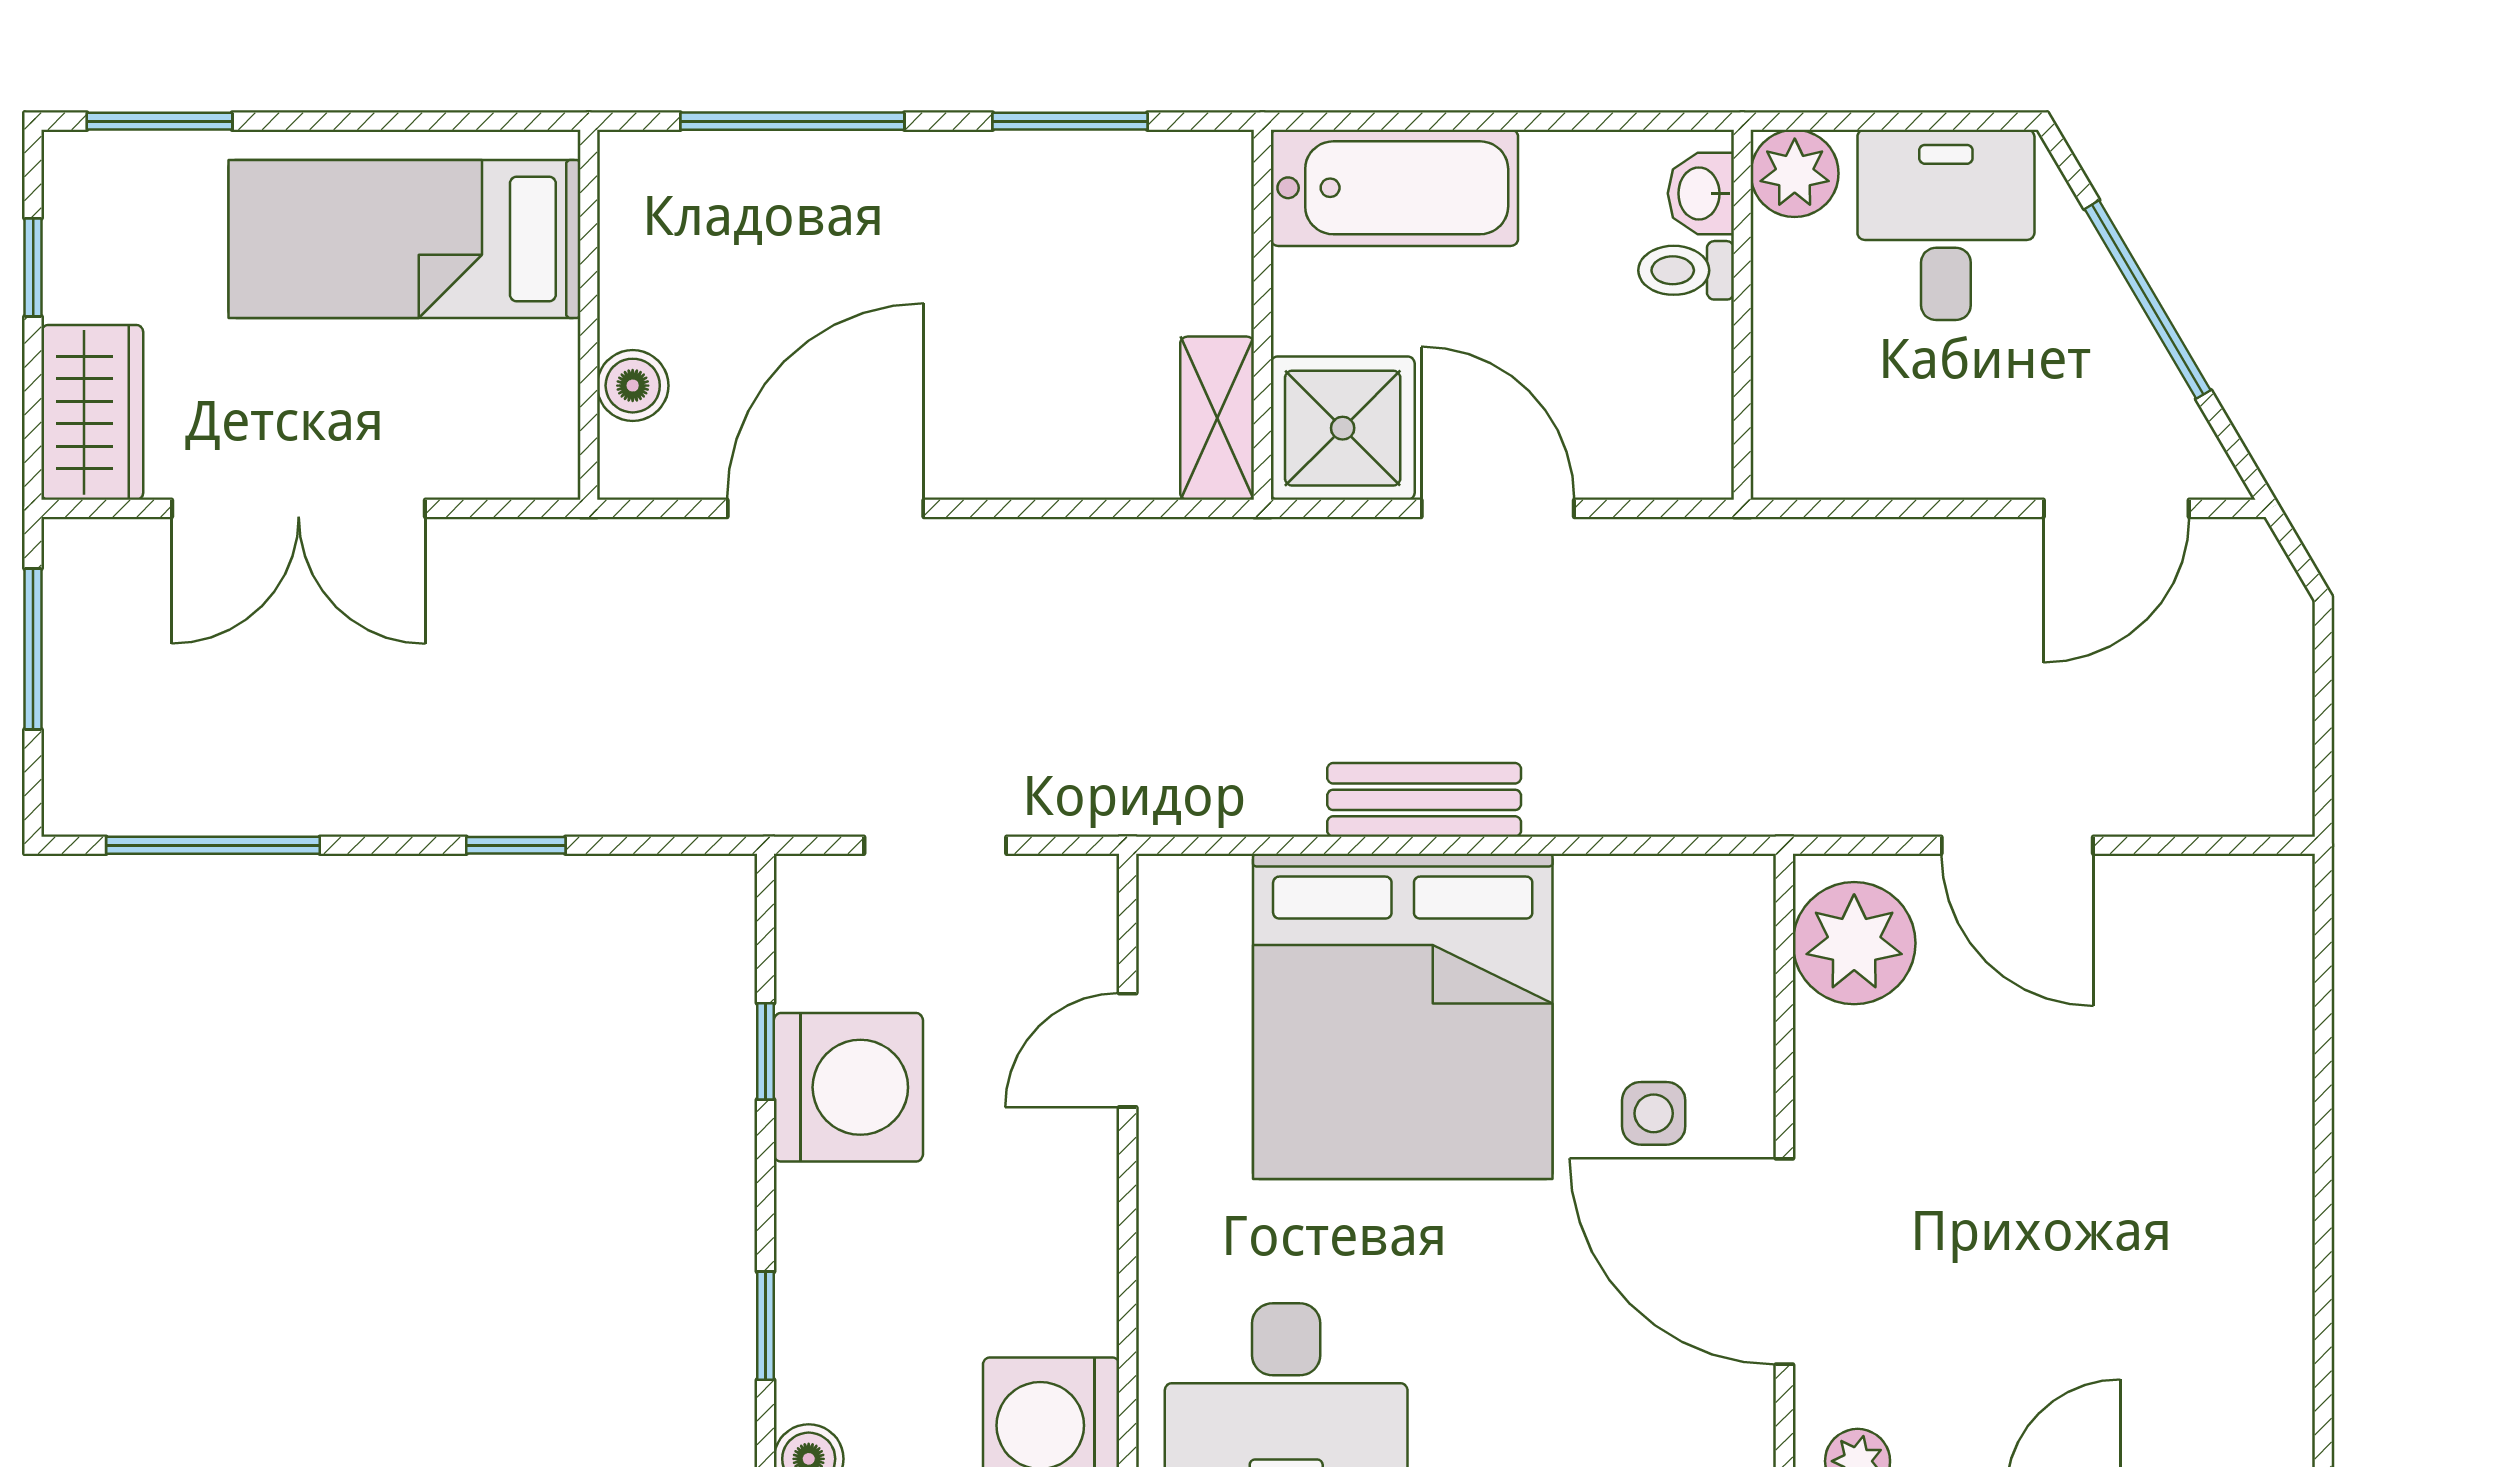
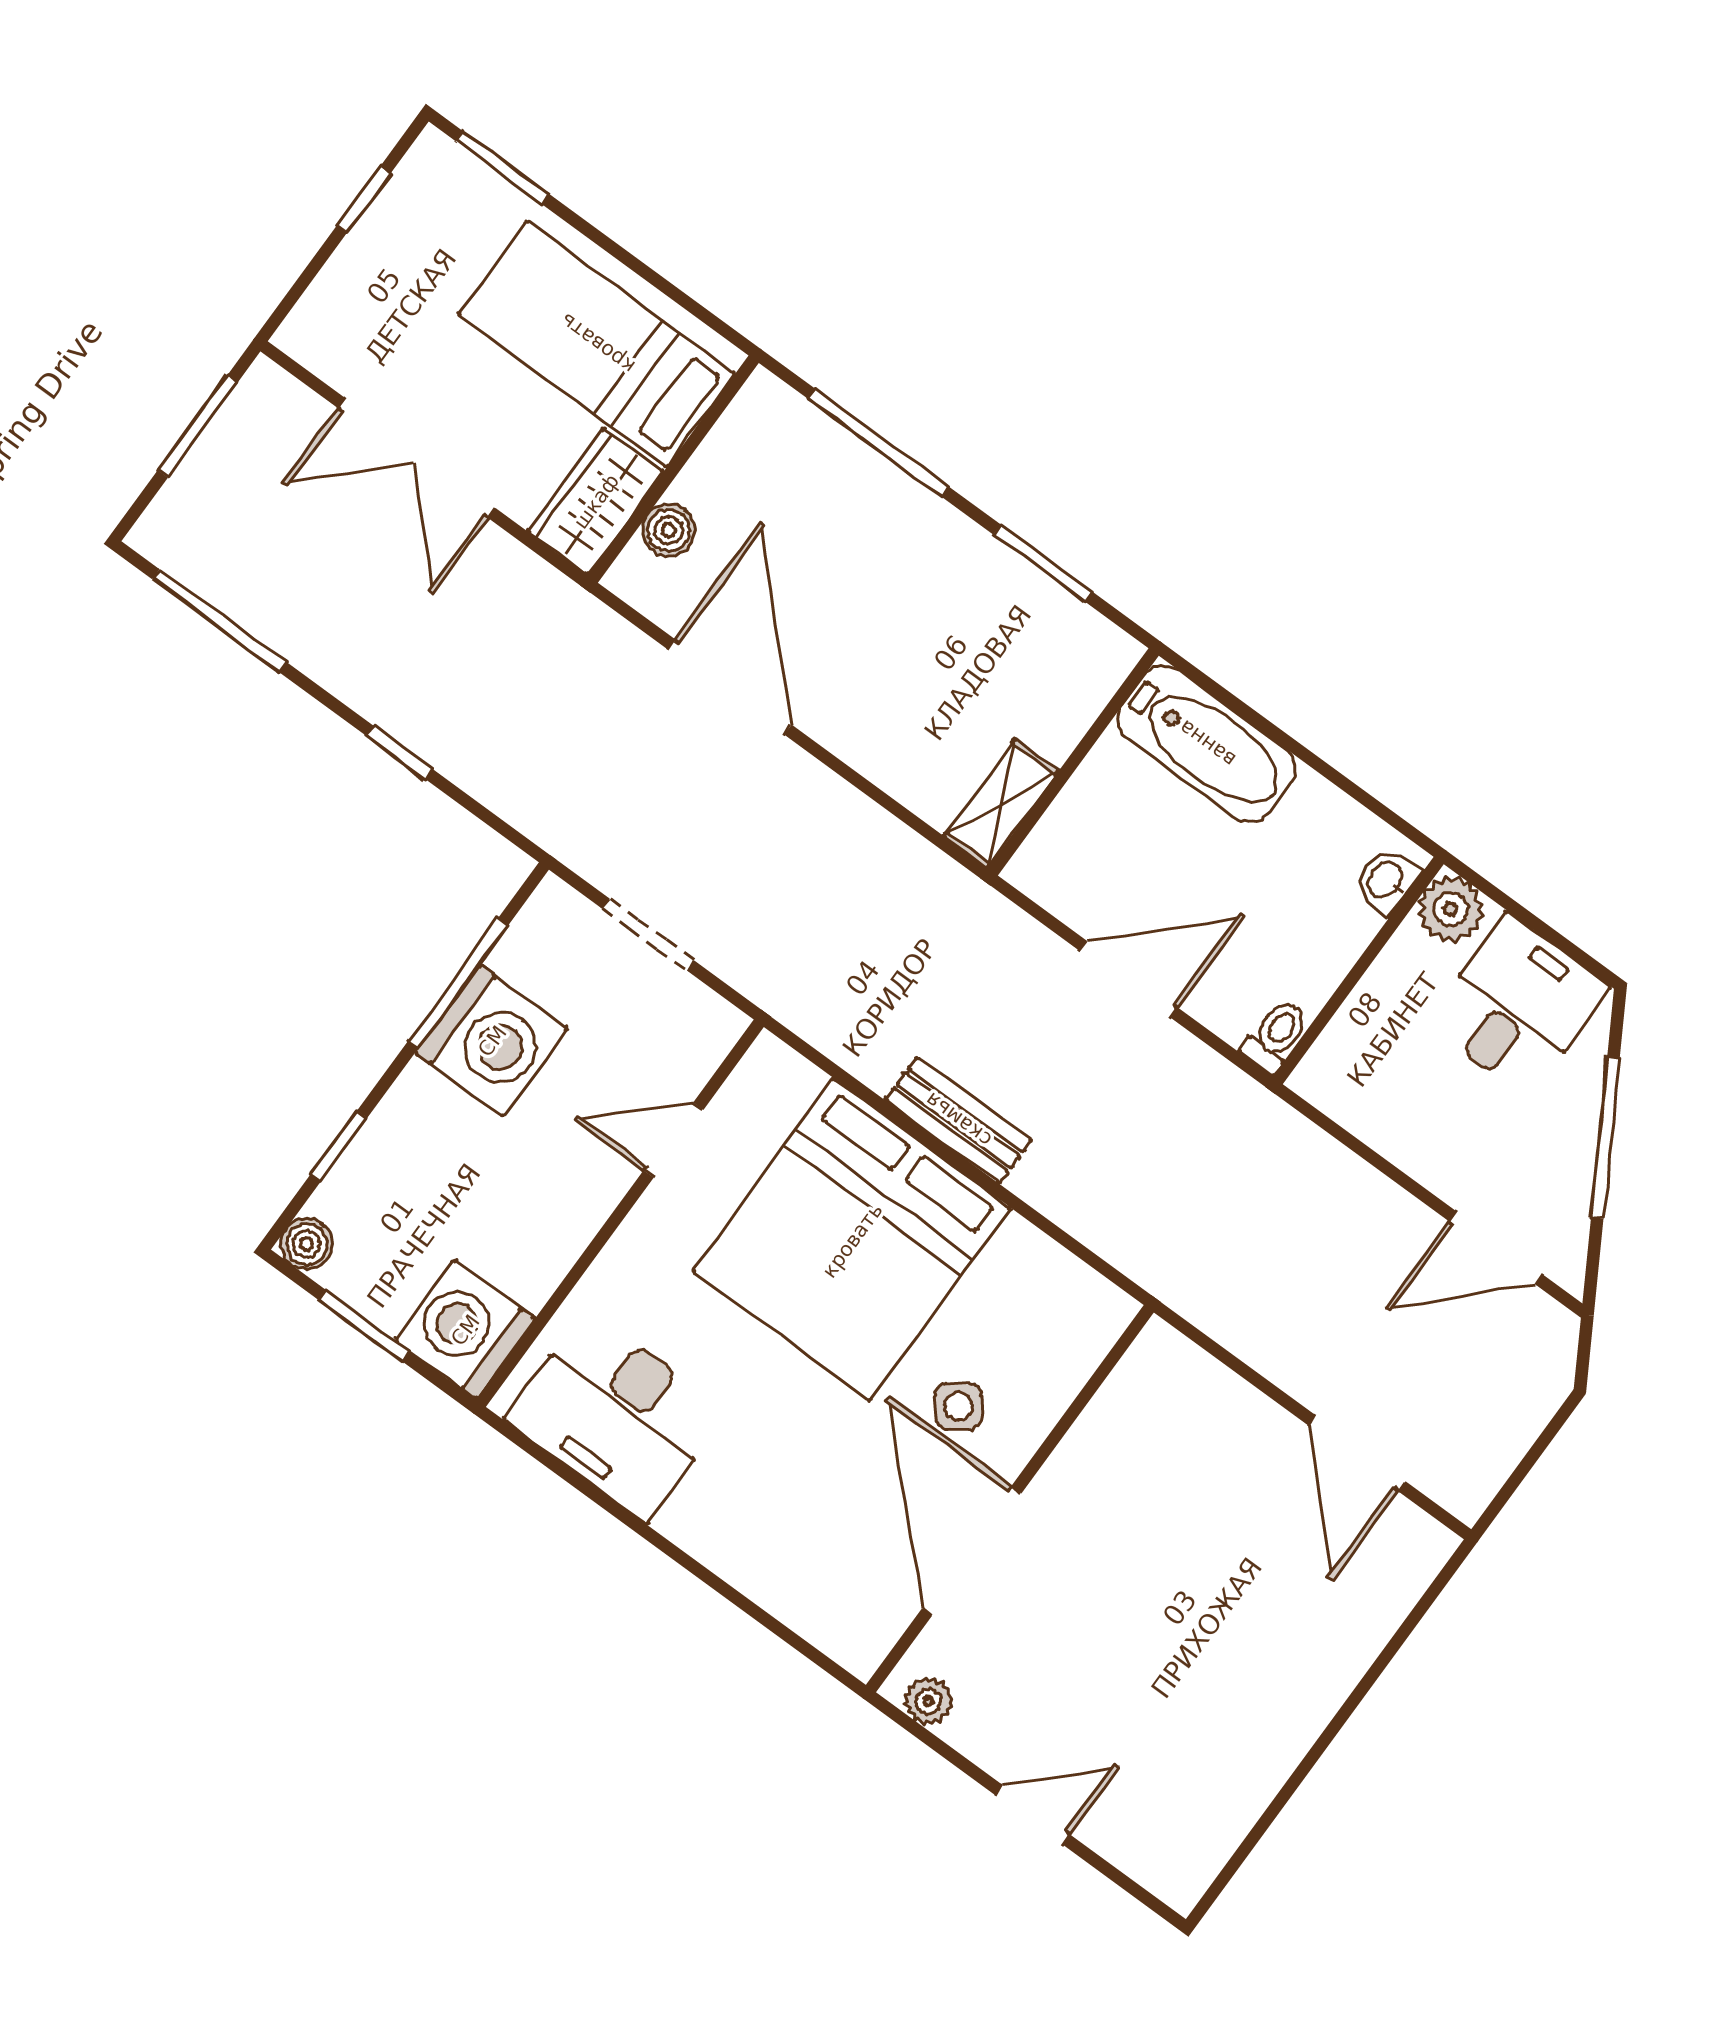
toilet: (1686, 270) -> (1276, 1036), moved, turned 90
wardrobe: (92, 412) -> (596, 501), moved, turned 180
shower: (1343, 428) -> (1072, 864), removed
door: (825, 508) -> (730, 687), hinge flipped
door: (1498, 508) -> (1129, 979), hinge flipped
door: (2017, 845) -> (1357, 1453), moved
plant: (1854, 943) -> (1151, 1392), removed
window: (766, 1051) -> (458, 983), width x2.17
side table: (1654, 1113) -> (958, 1406), turned -38

